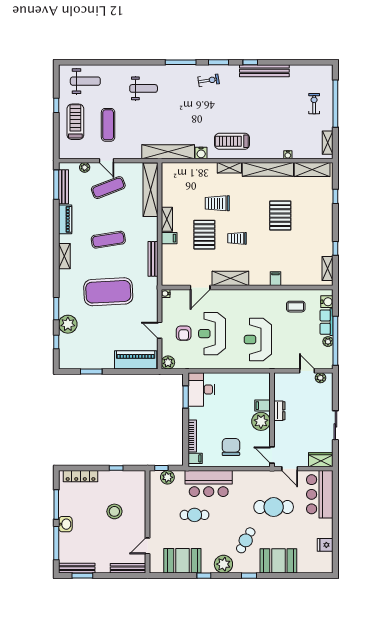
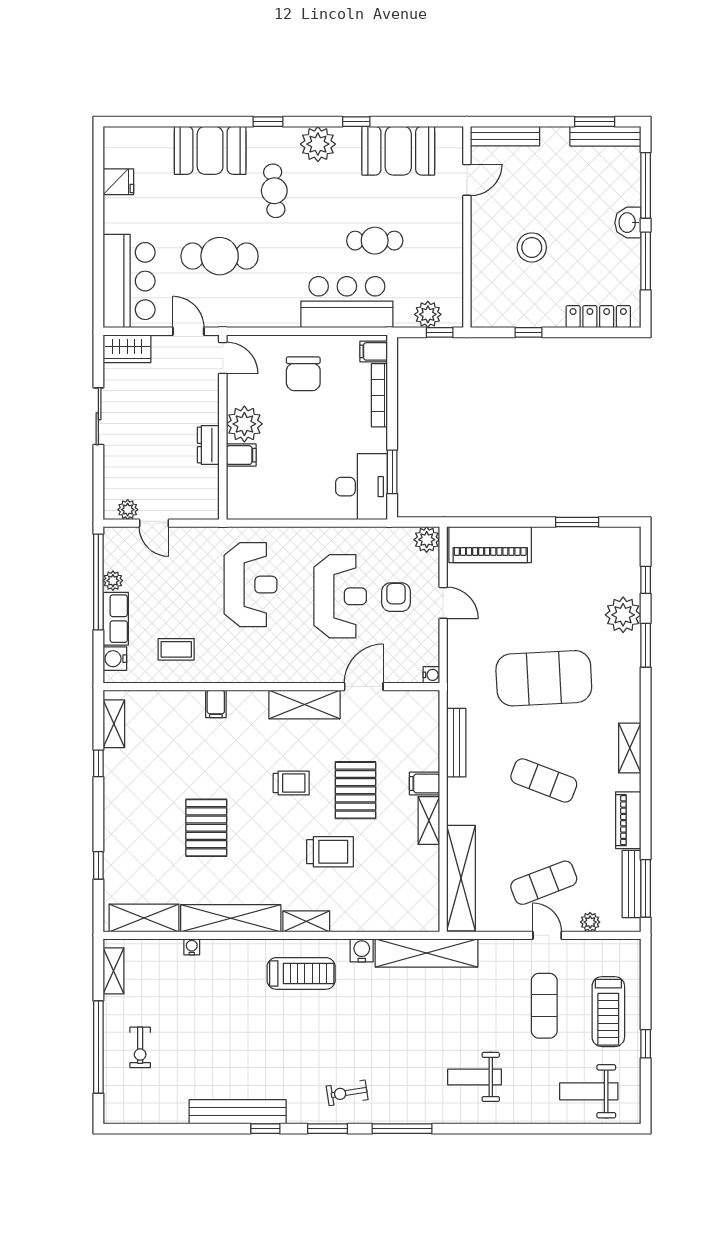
exercise mat: (108, 240) -> (544, 780), turned 30
cafe table: (246, 540) -> (274, 191), turned -34

